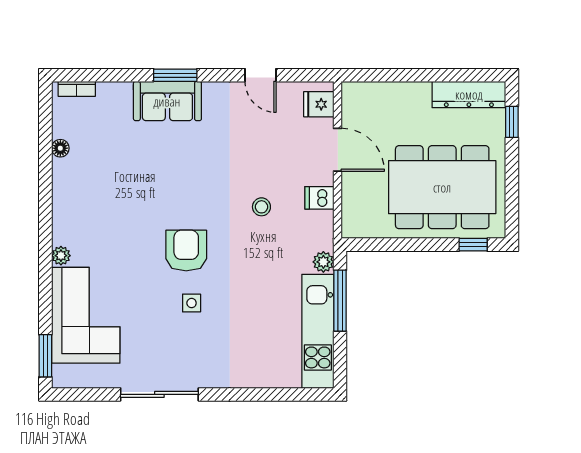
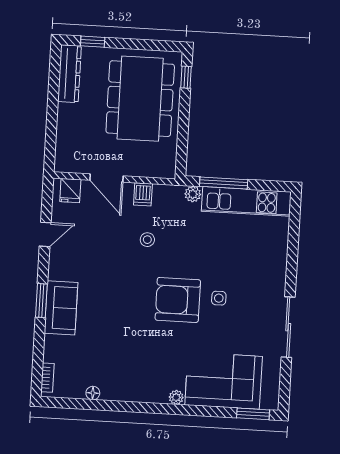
door: (338, 150) -> (106, 178), swing flipped
armchair: (186, 250) -> (178, 300), width x1.36, depth x1.36

